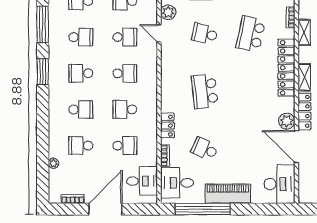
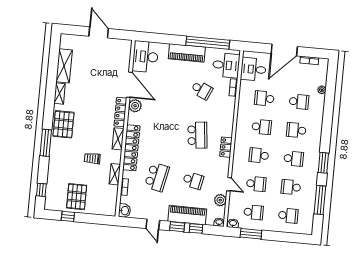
school desk: (125, 37) -> (256, 184), turned 180
locker: (167, 126) -> (226, 147), moved

